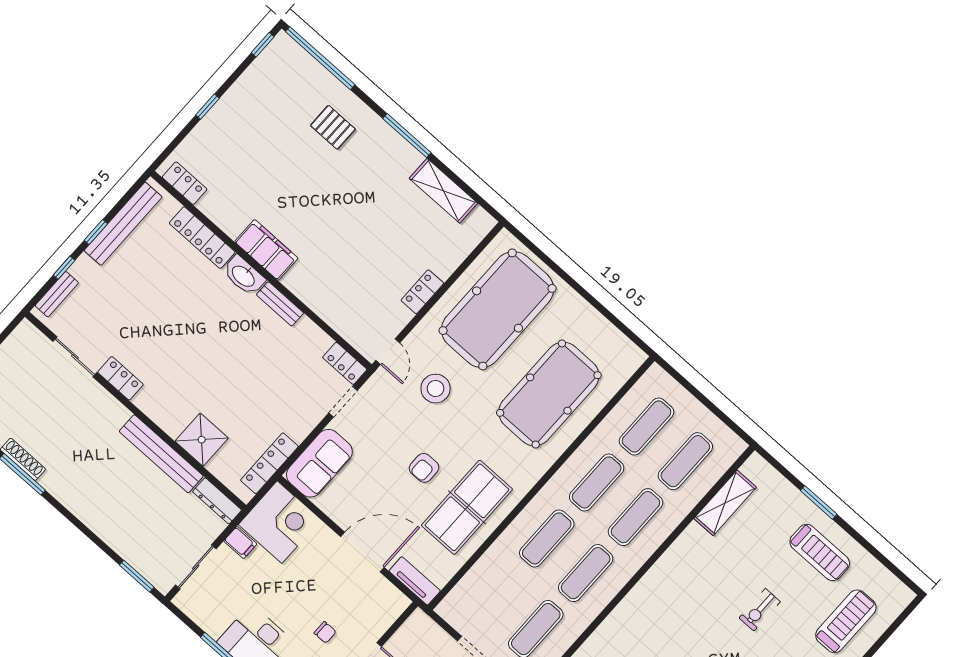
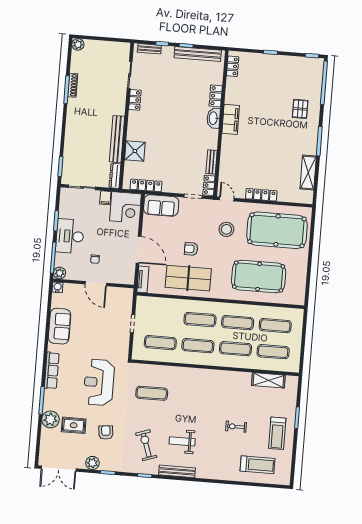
locker: (202, 238) -> (216, 96), width x0.66
locker: (422, 292) -> (261, 195), width x1.53
bench: (280, 304) -> (212, 162), moved
door: (388, 352) -> (227, 199), swing flipped

